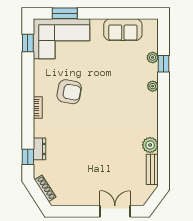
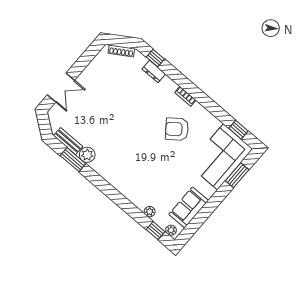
window: (164, 64) -> (156, 231), moved
plant: (153, 86) -> (171, 230), moved
armchair: (69, 92) -> (177, 129), turned 43
window: (164, 153) -> (73, 160), added

